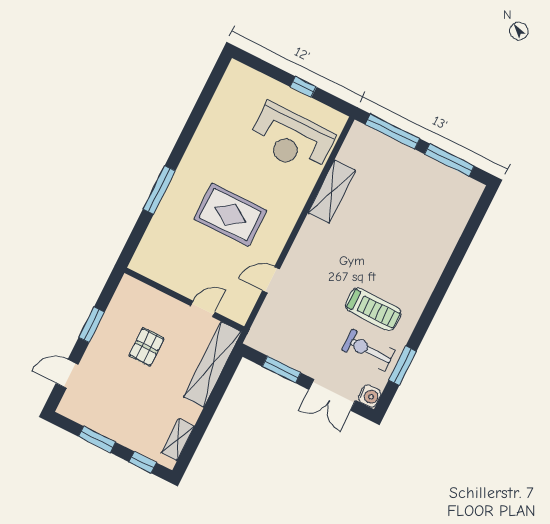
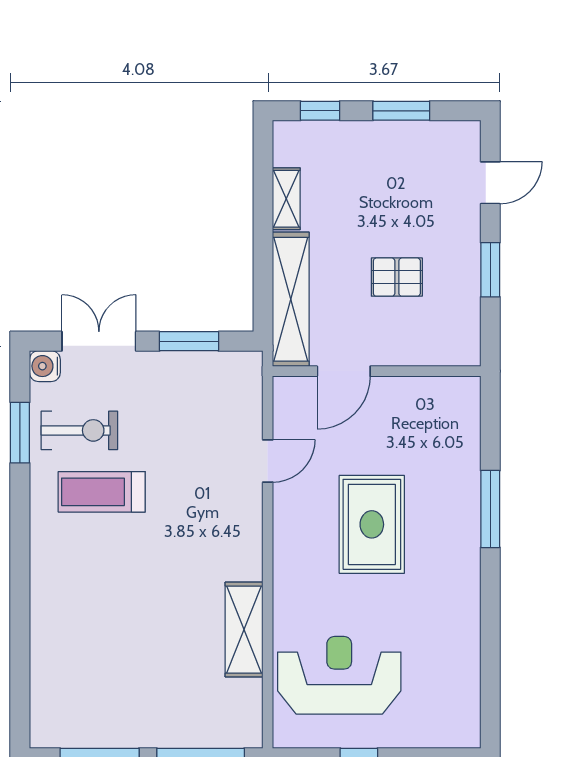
rug: (230, 215) -> (372, 524), turned 90
door: (203, 309) -> (344, 371), width x1.38
pallet: (146, 347) -> (397, 277), turned 90
shelving: (178, 440) -> (286, 199), moved

